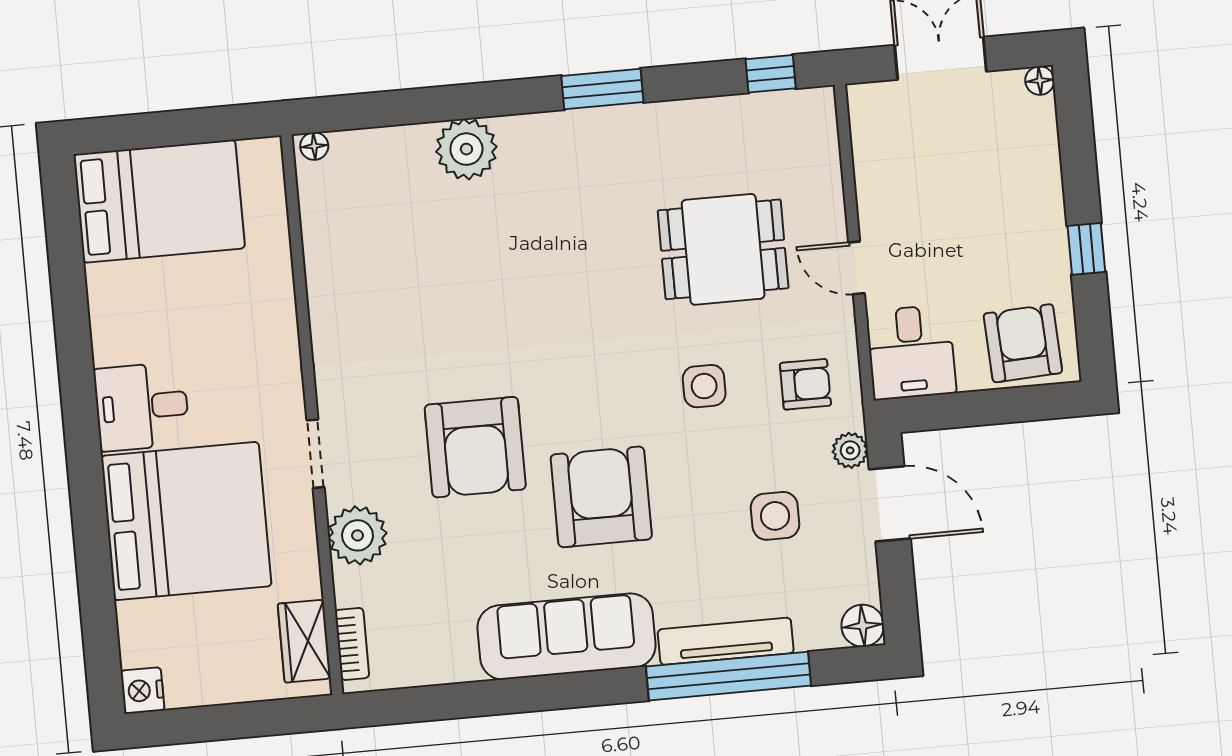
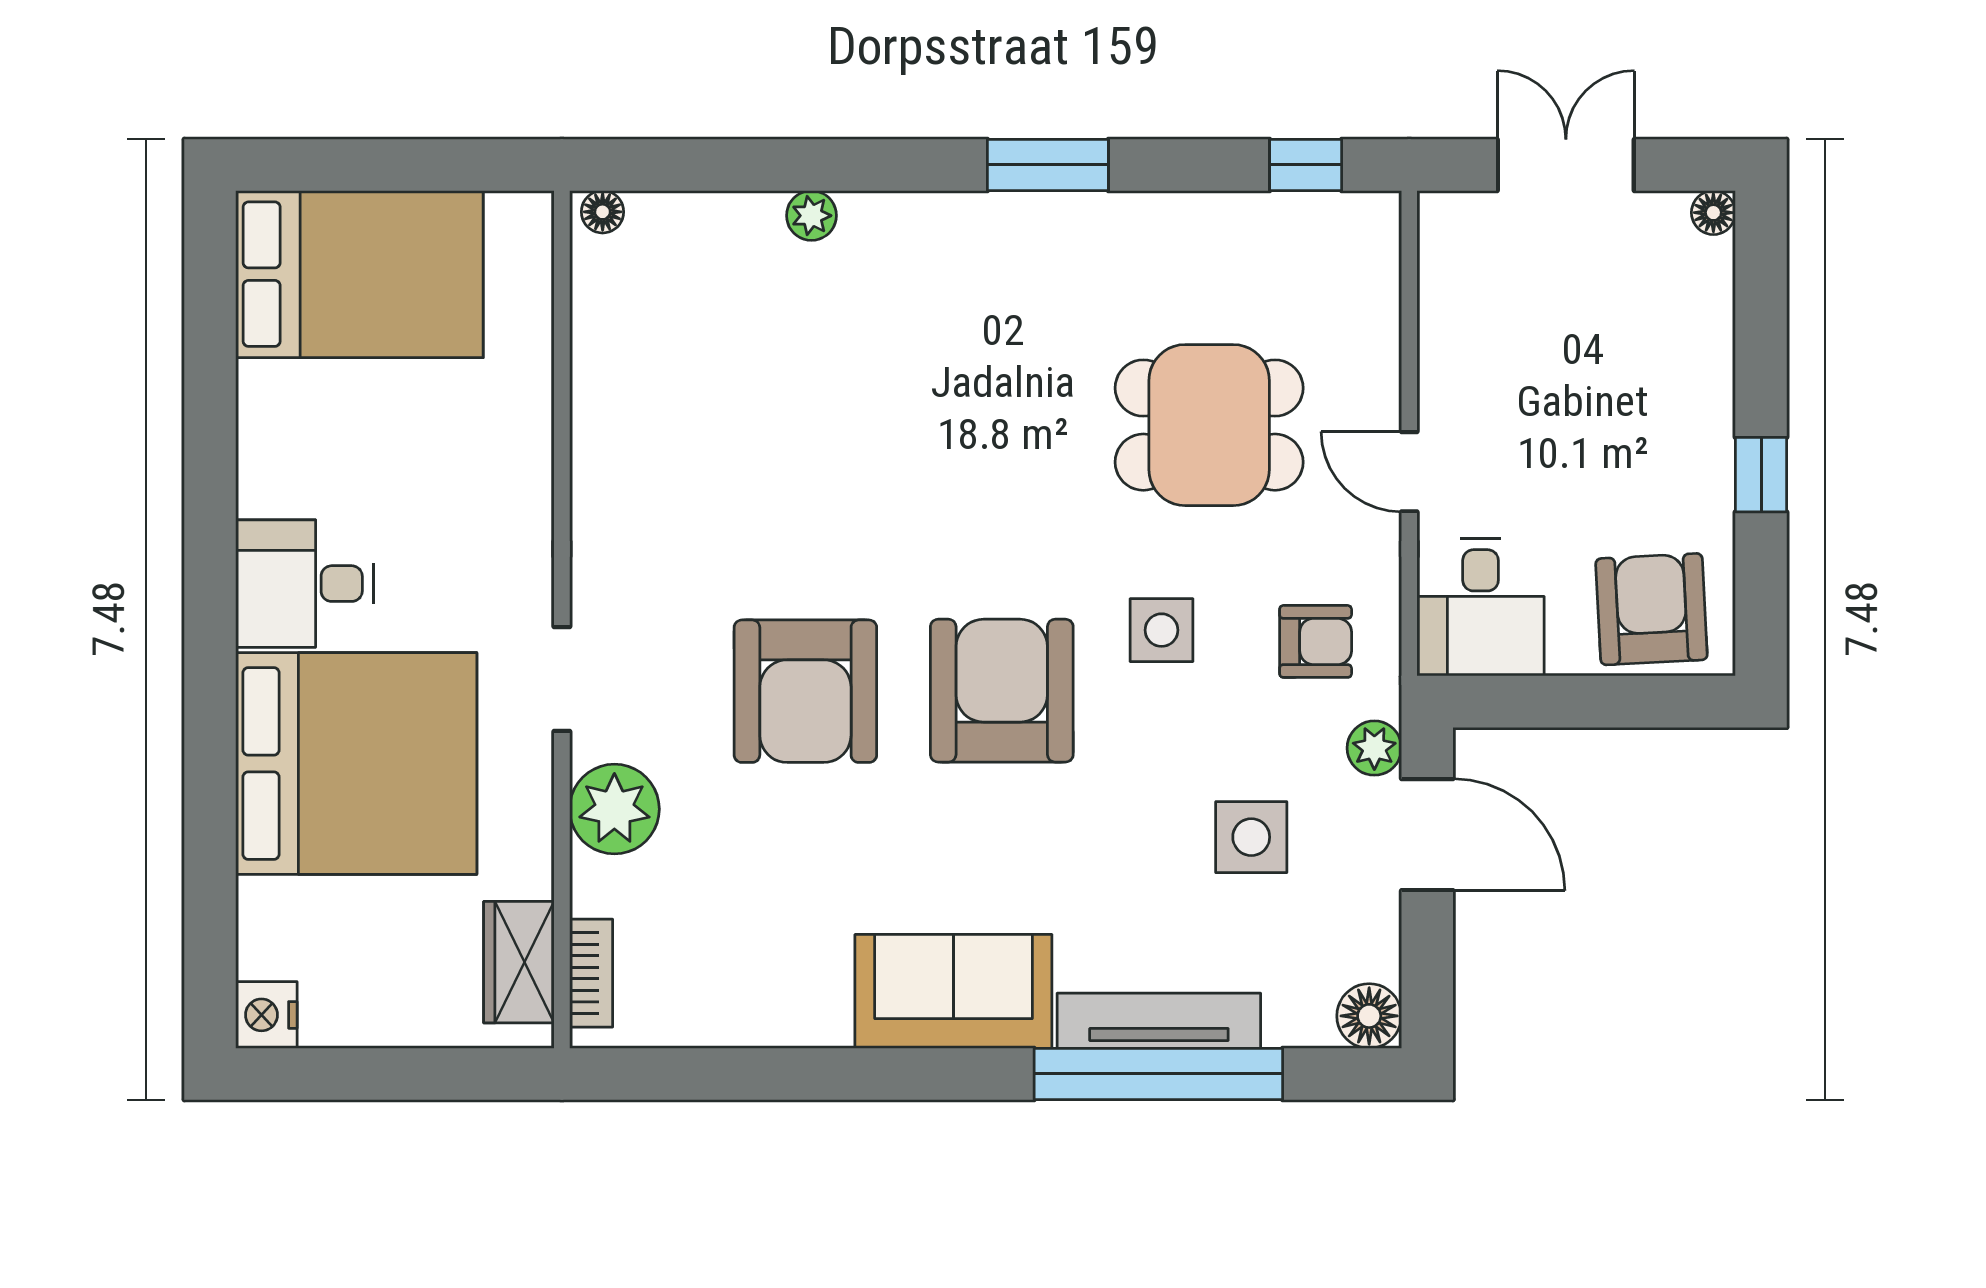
plant: (466, 149) -> (811, 216), width x0.53, depth x0.53
armchair: (601, 497) -> (1002, 691), moved
sofa: (567, 636) -> (953, 991), width x0.73

